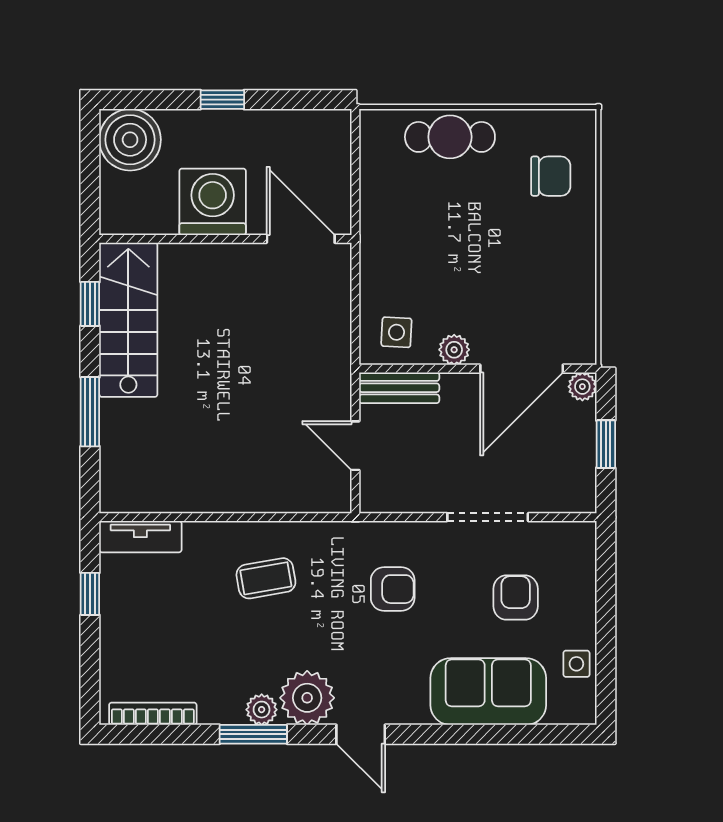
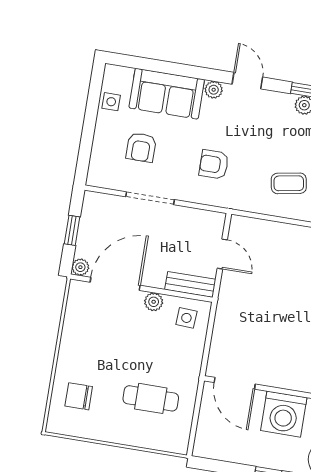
cafe table: (450, 137) -> (151, 398), moved
plant: (307, 698) -> (214, 90), moved, width x0.53, depth x0.53

